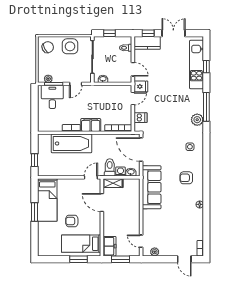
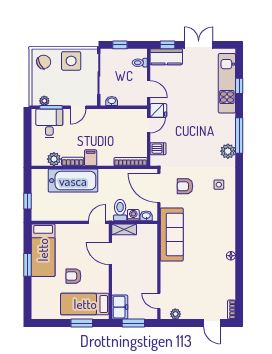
filing cabinet: (91, 125) -> (91, 158), width x0.50
plant: (56, 126) -> (54, 159), added
armchair: (186, 178) -> (185, 186), moved

